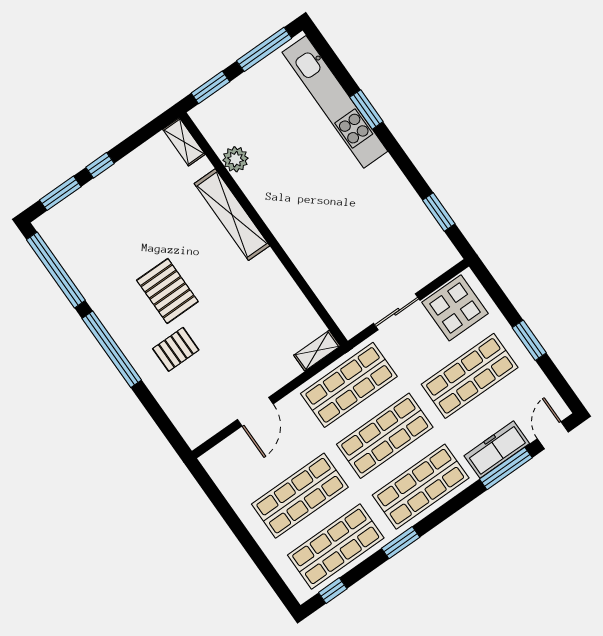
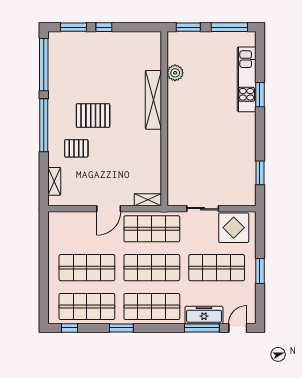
kitchen unit: (335, 102) -> (247, 79), width x0.73
shelving: (184, 142) -> (54, 181), moved
pallet: (167, 291) -> (93, 116), turned 90
door: (255, 412) -> (109, 209), moved

